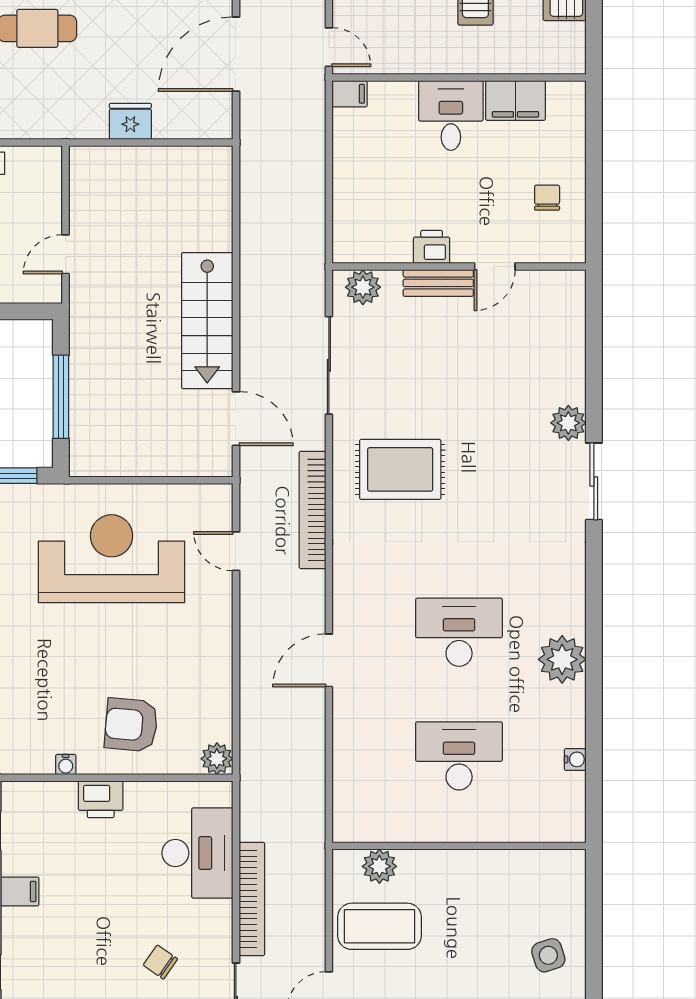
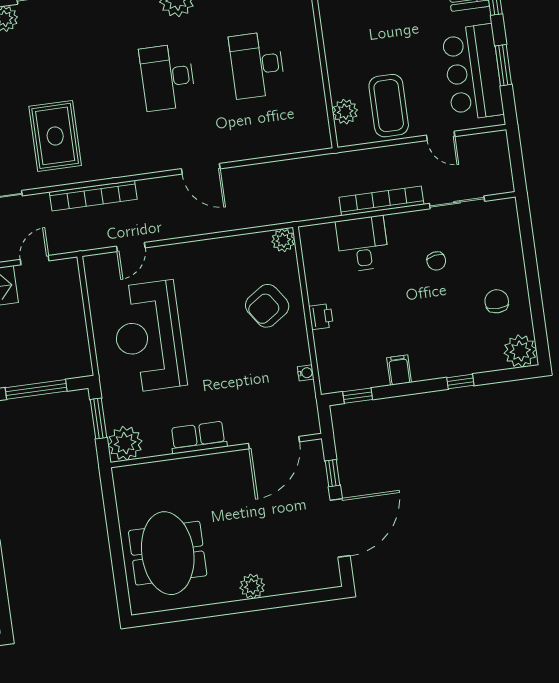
door: (236, 419) -> (35, 260), width x0.73
armchair: (131, 725) -> (267, 306), turned 51
water cooler: (66, 764) -> (306, 373), moved
printer: (101, 799) -> (321, 317), width x0.73, depth x0.81
desk: (197, 853) -> (362, 244), width x0.73
chair: (160, 962) -> (436, 261), turned -44

